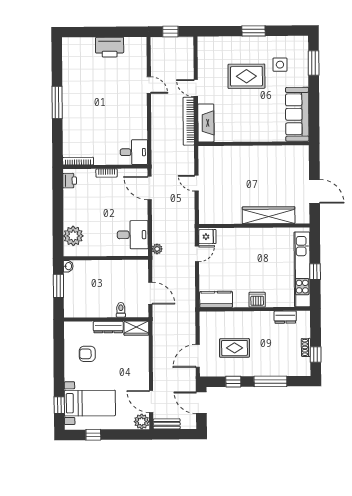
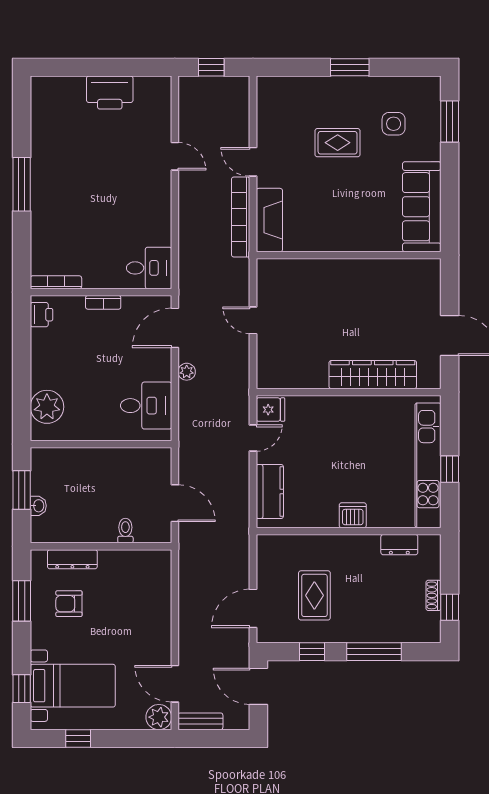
rug: (246, 76) -> (338, 143), width x0.73, depth x0.70
door: (150, 188) -> (175, 328), hinge flipped
plant: (157, 249) -> (187, 372), moved
washbasin: (68, 266) -> (38, 506), moved
kitchen counter: (216, 299) -> (270, 491), moved, turned 90
dresser: (108, 327) -> (72, 559), moved
wardrobe: (136, 328) -> (151, 561), removed
rug: (235, 348) -> (314, 595), turned 90
window: (59, 352) -> (22, 601), added

